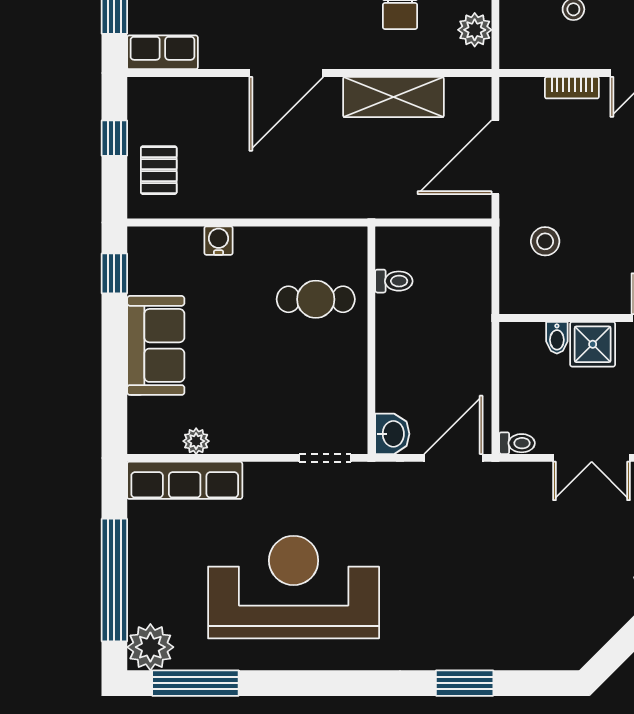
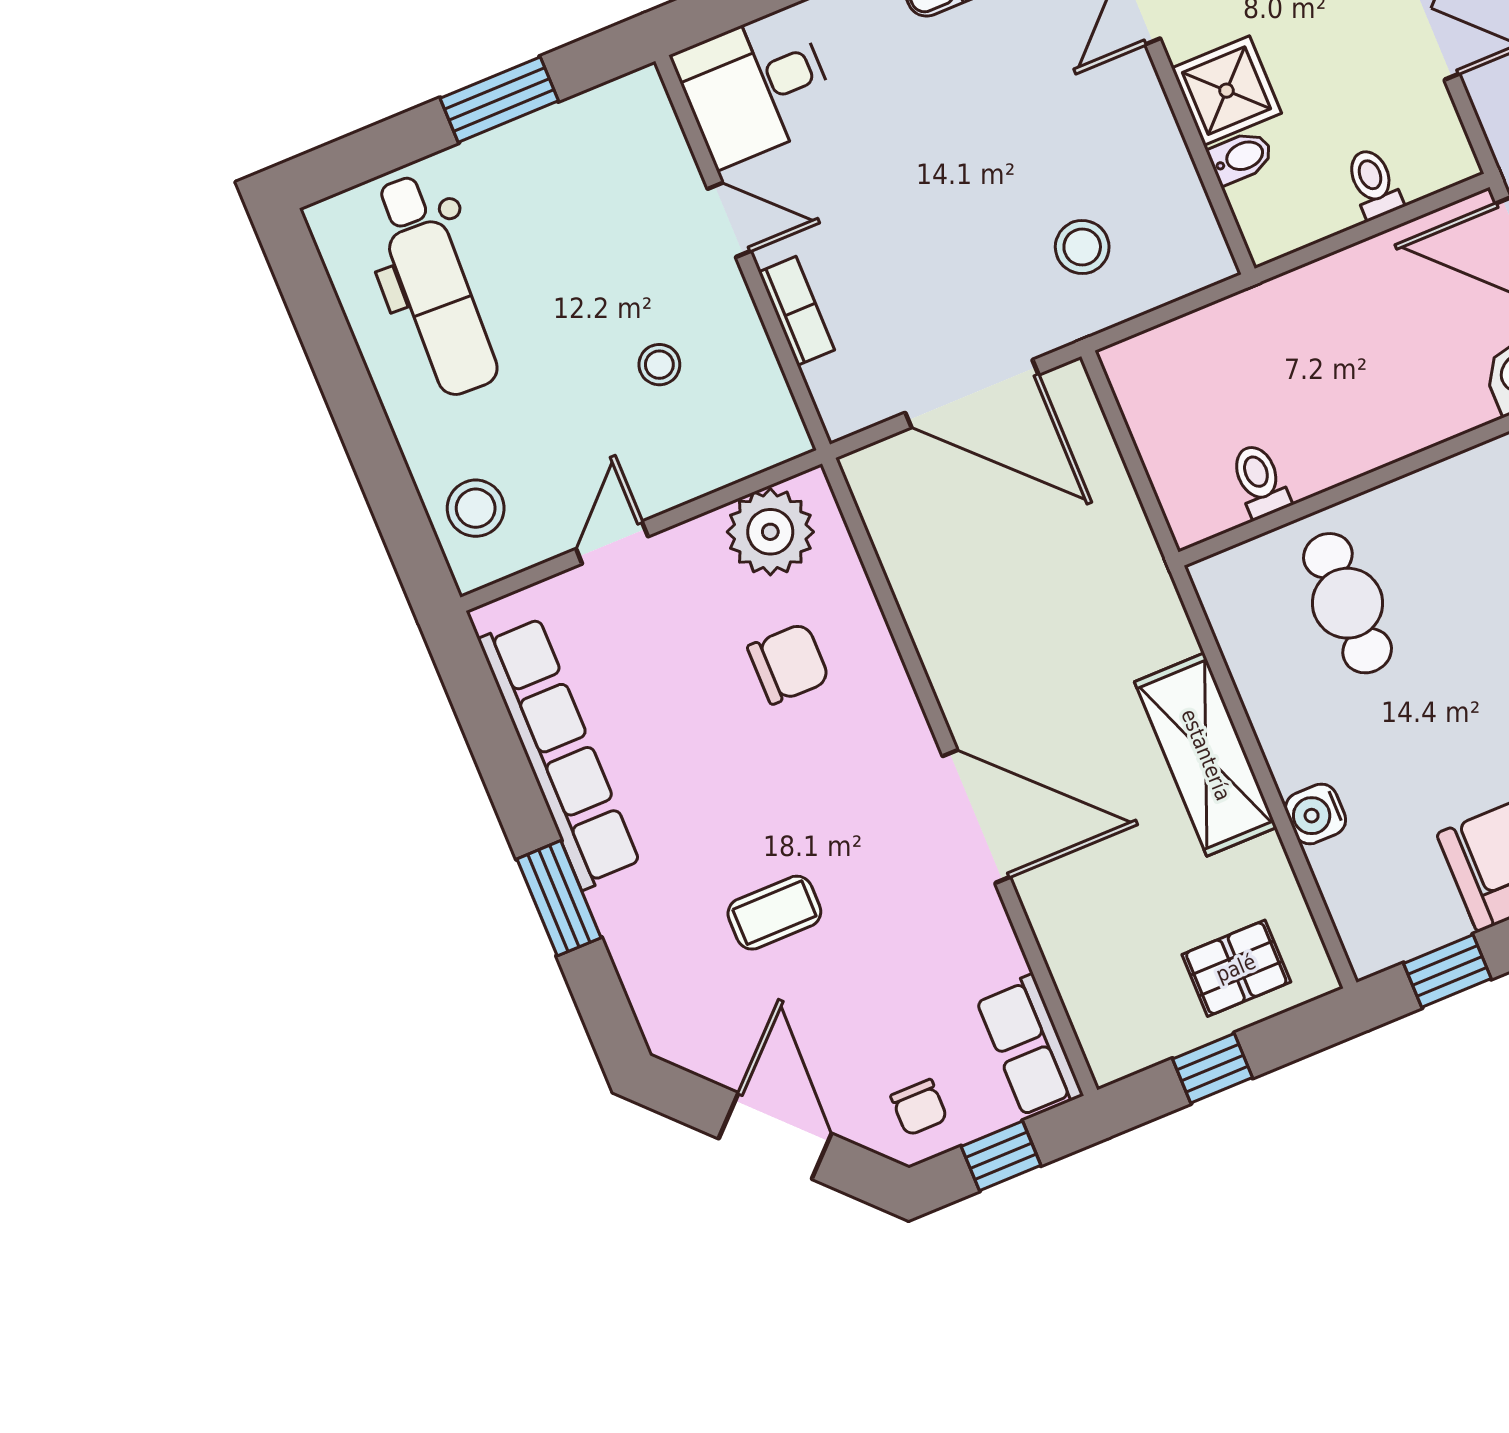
plant: (475, 30) -> (770, 532), width x1.36, depth x1.36
shelving: (393, 97) -> (1206, 755), moved
toilet: (517, 443) -> (1374, 183), moved

